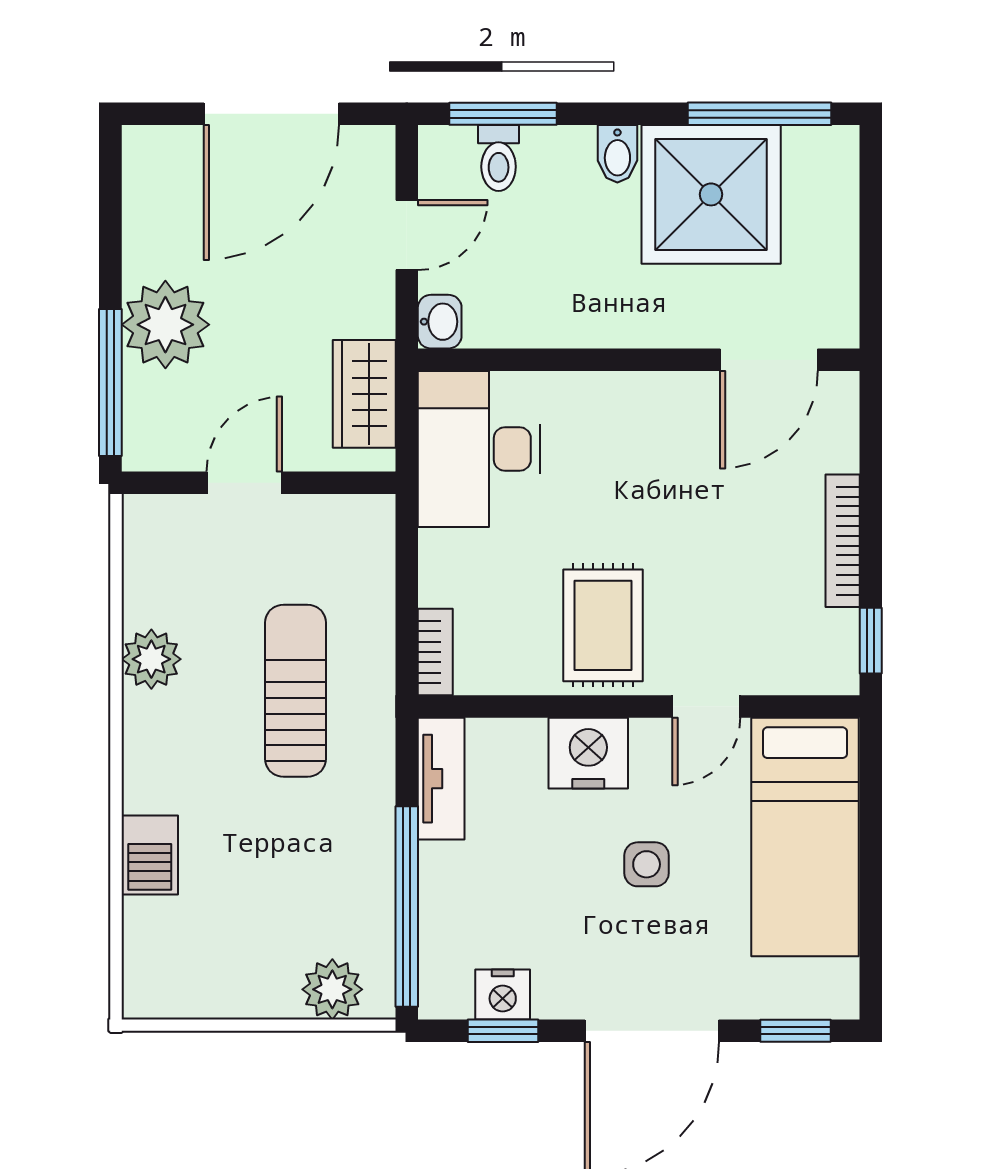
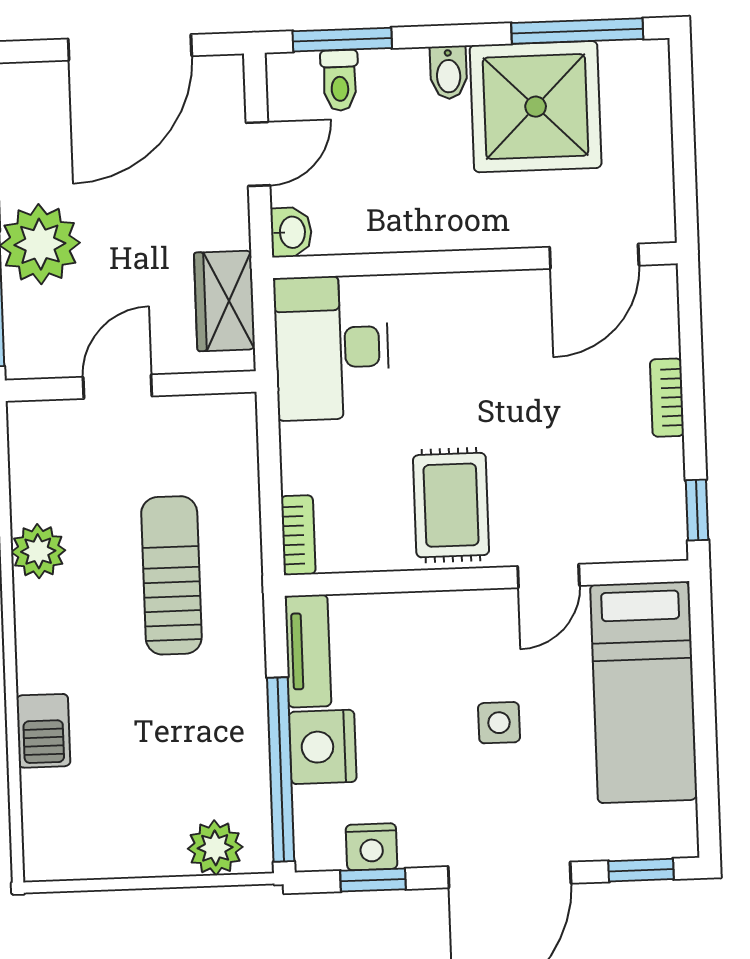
bookcase: (843, 541) -> (667, 398), width x0.64
nightstand: (588, 753) -> (323, 747), moved, turned -90

